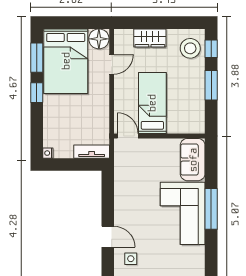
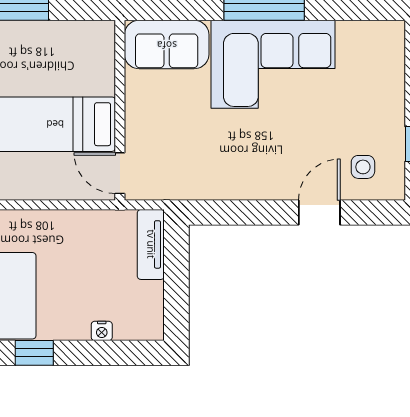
door: (128, 136) -> (120, 173), hinge flipped
nightstand: (48, 153) -> (102, 331), moved

